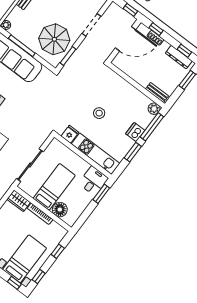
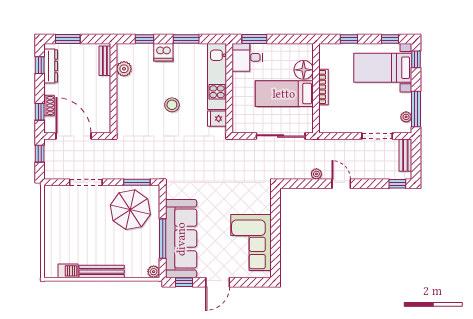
plant: (154, 109) -> (124, 69), moved
window: (152, 127) -> (145, 39), width x0.46
wardrobe: (19, 201) -> (327, 119), removed

